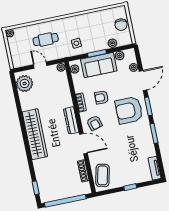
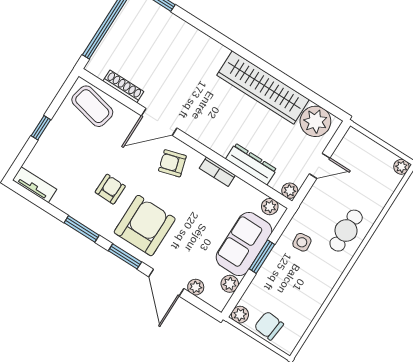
cafe table: (46, 40) -> (346, 231), moved
plant: (112, 43) -> (240, 315), moved
armchair: (102, 97) -> (110, 189), moved
dresser: (71, 120) -> (251, 164), moved
wardrobe: (35, 134) -> (263, 87), moved

